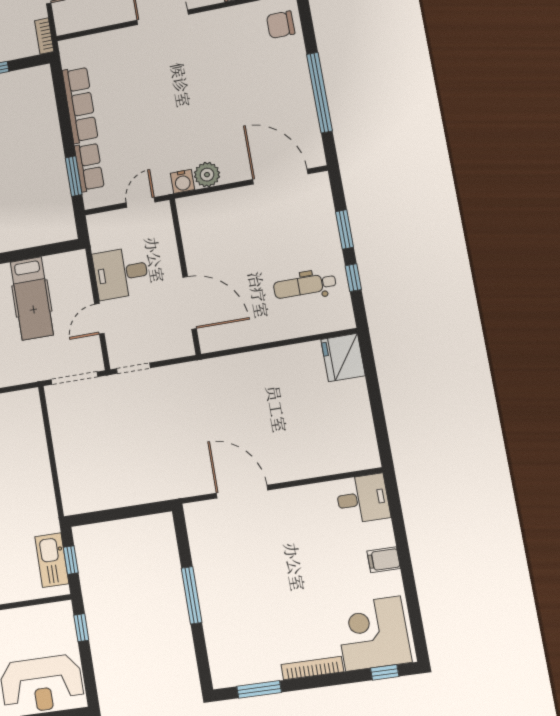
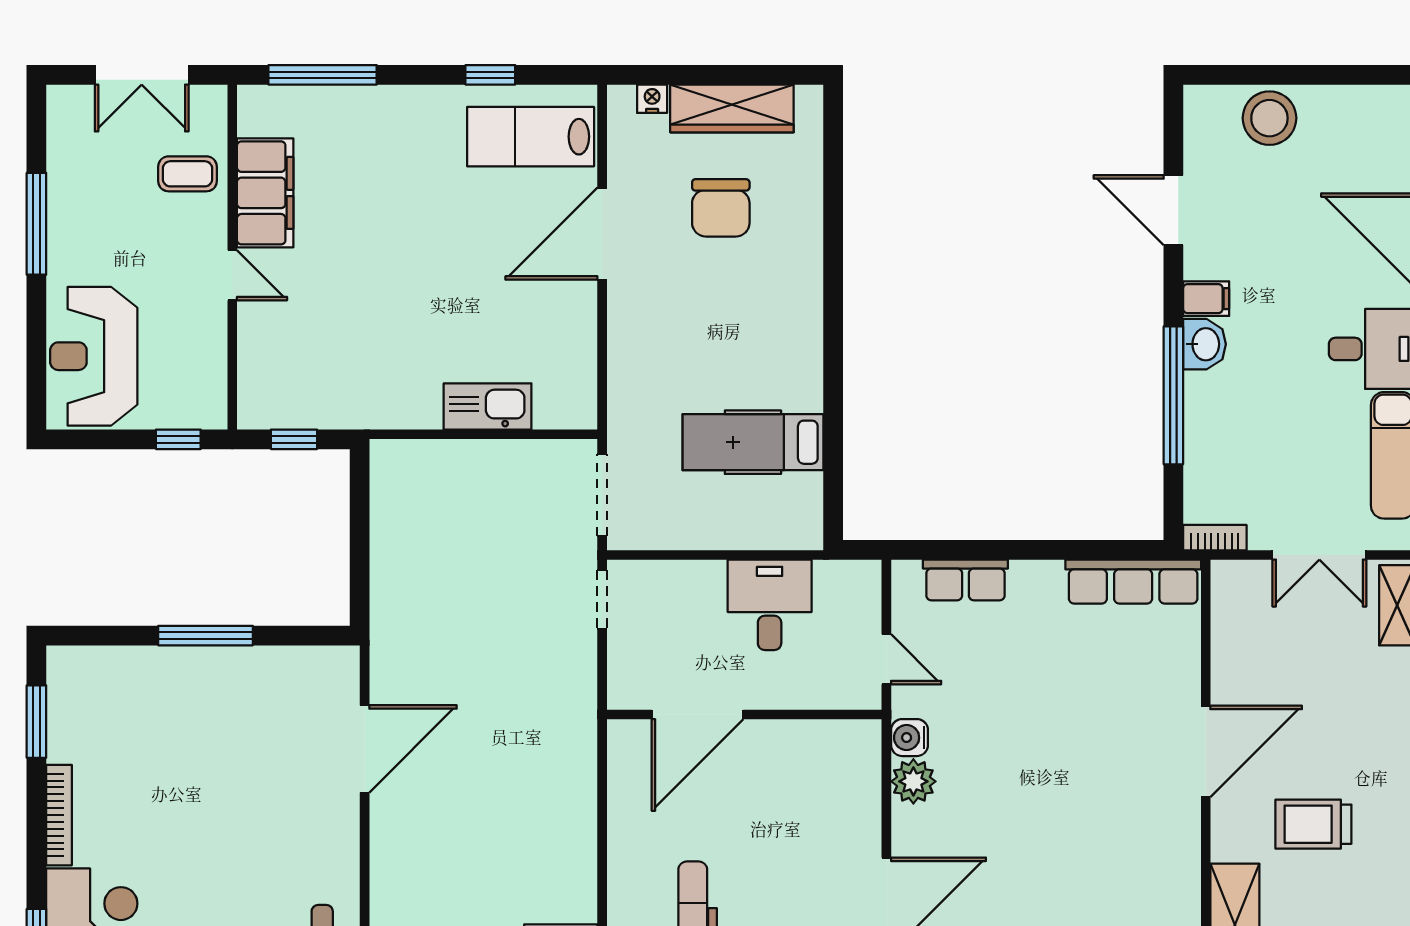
row of seats: (80, 105) -> (1133, 582), moved
window: (74, 176) -> (954, 550), removed
door: (99, 319) -> (697, 555), removed
kitchen sink: (52, 560) -> (488, 406), moved

